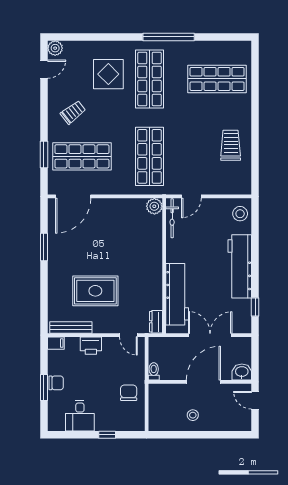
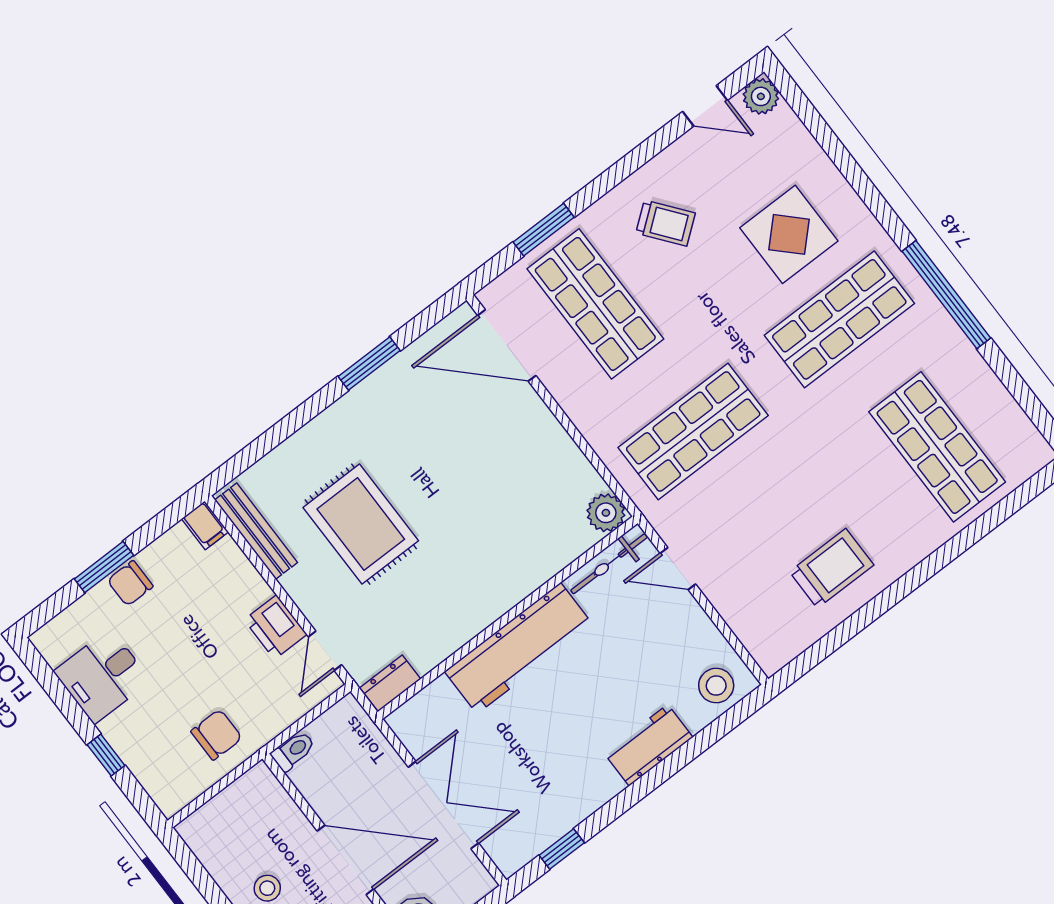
workbench: (240, 266) -> (648, 745), width x0.53, depth x0.76
workbench: (177, 294) -> (519, 648), moved
printer: (91, 346) -> (275, 627), moved
chair: (56, 383) -> (130, 583), turned 90

